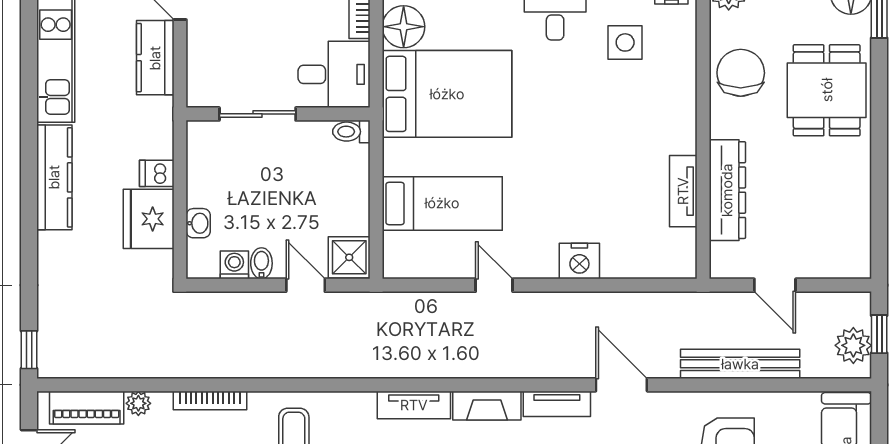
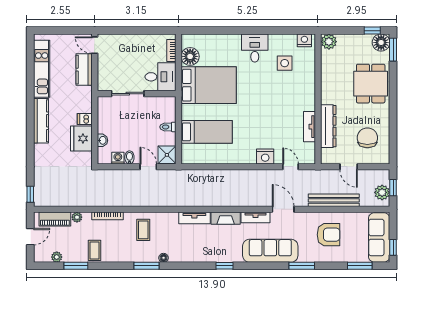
chair: (741, 73) -> (367, 138), moved
toilet: (351, 132) -> (168, 127), moved
door: (494, 285) -> (291, 167), moved

